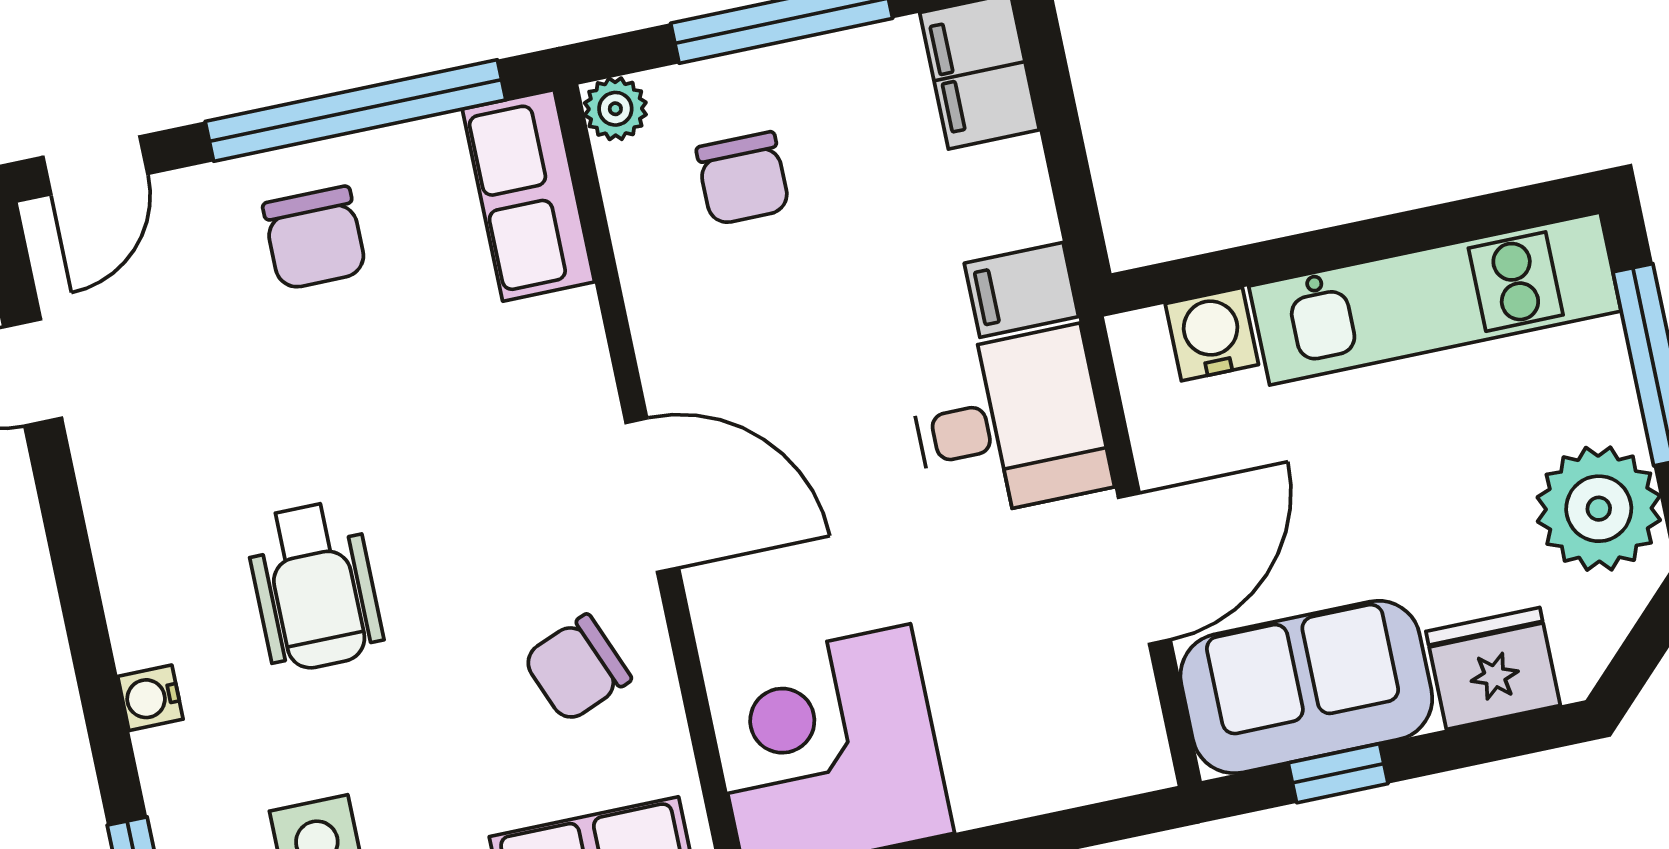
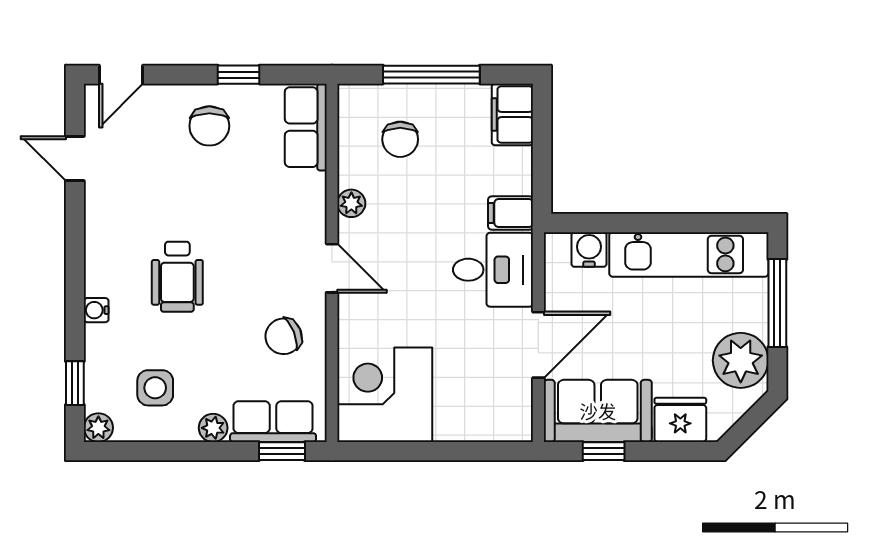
plant: (615, 109) -> (351, 203), moved
window: (356, 111) -> (239, 75), width x0.32
door: (652, 495) -> (332, 268), width x0.73

